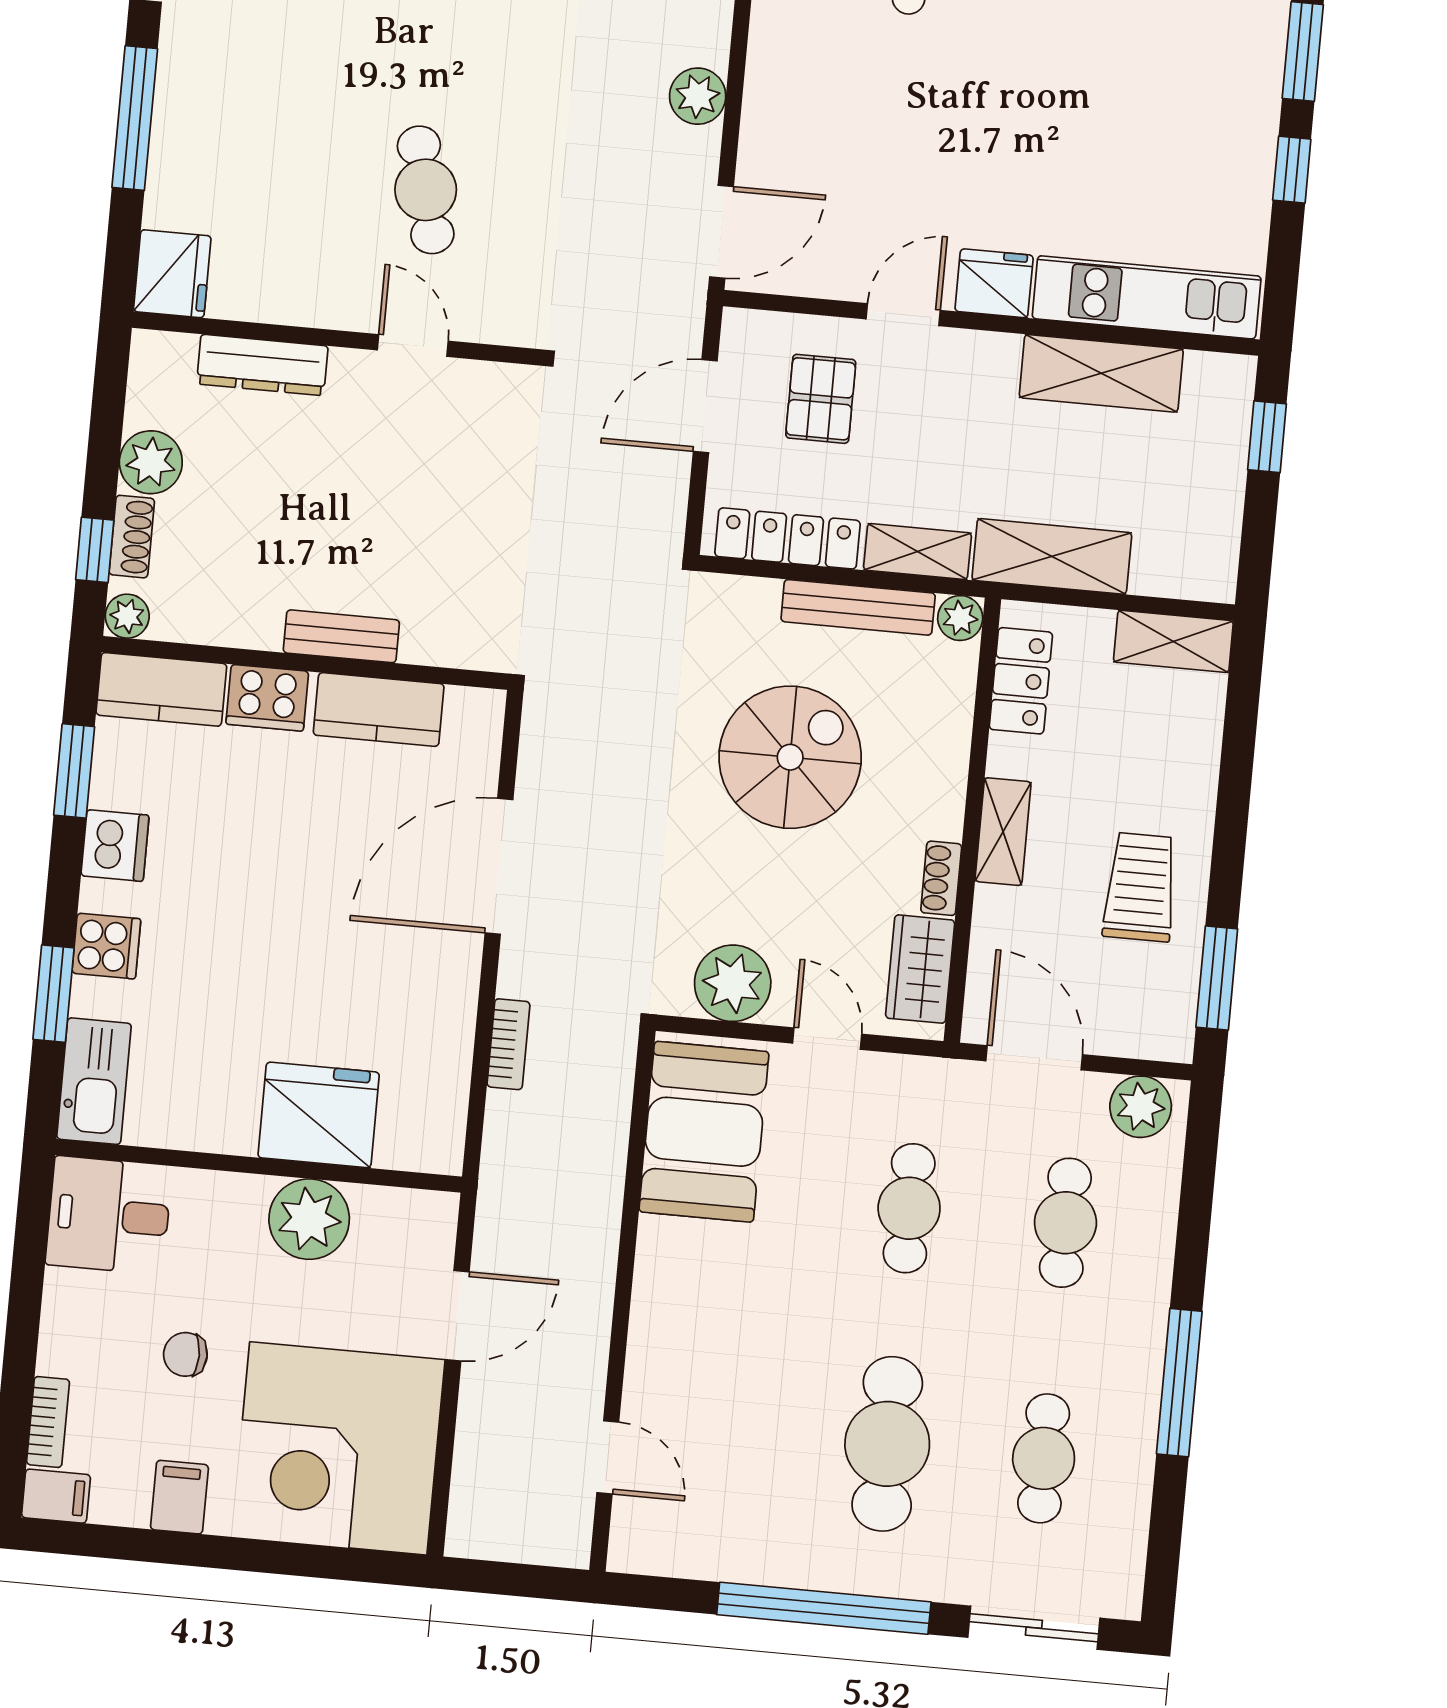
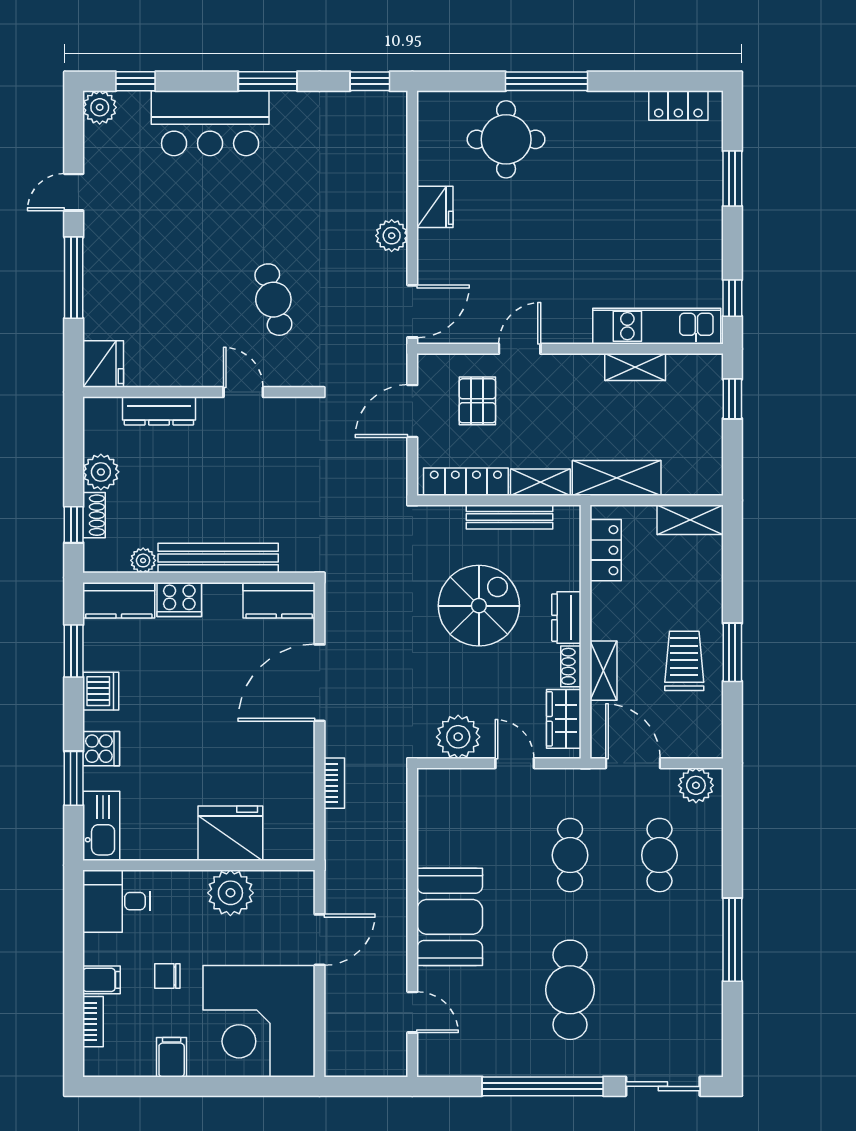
window: (1292, 170) -> (732, 298), moved
cafe table: (426, 190) -> (273, 300), moved
fridge: (994, 283) -> (435, 207), moved, turned 90
shelving: (1101, 373) -> (635, 367), width x0.67, depth x0.75
plant: (127, 616) -> (143, 560), moved
plant: (960, 618) -> (568, 518), removed
bench: (341, 636) -> (218, 558), width x1.86, depth x1.21
kitchen counter: (379, 709) -> (279, 600), moved
dresser: (941, 792) -> (566, 618), added
shelving: (1003, 832) -> (603, 671), moved
window: (1217, 978) -> (732, 652), moved
booth: (704, 1132) -> (450, 917), moved
cafe table: (1044, 1458) -> (659, 990), removed
filing cabinet: (56, 1496) -> (102, 980), moved

